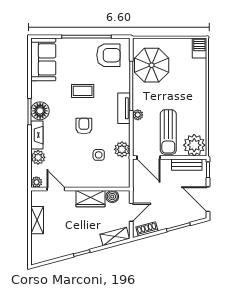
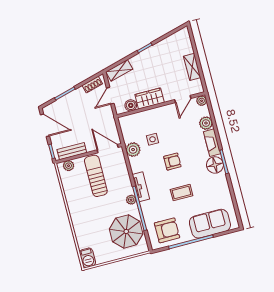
armchair: (108, 55) -> (167, 230), turned 180
sofa: (43, 59) -> (210, 224), moved, turned 90
plant: (138, 115) -> (131, 200), moved
armchair: (84, 126) -> (172, 162), turned -90
plant: (194, 145) -> (69, 166), width x0.53, depth x0.53
door: (56, 189) -> (183, 99), hinge flipped

